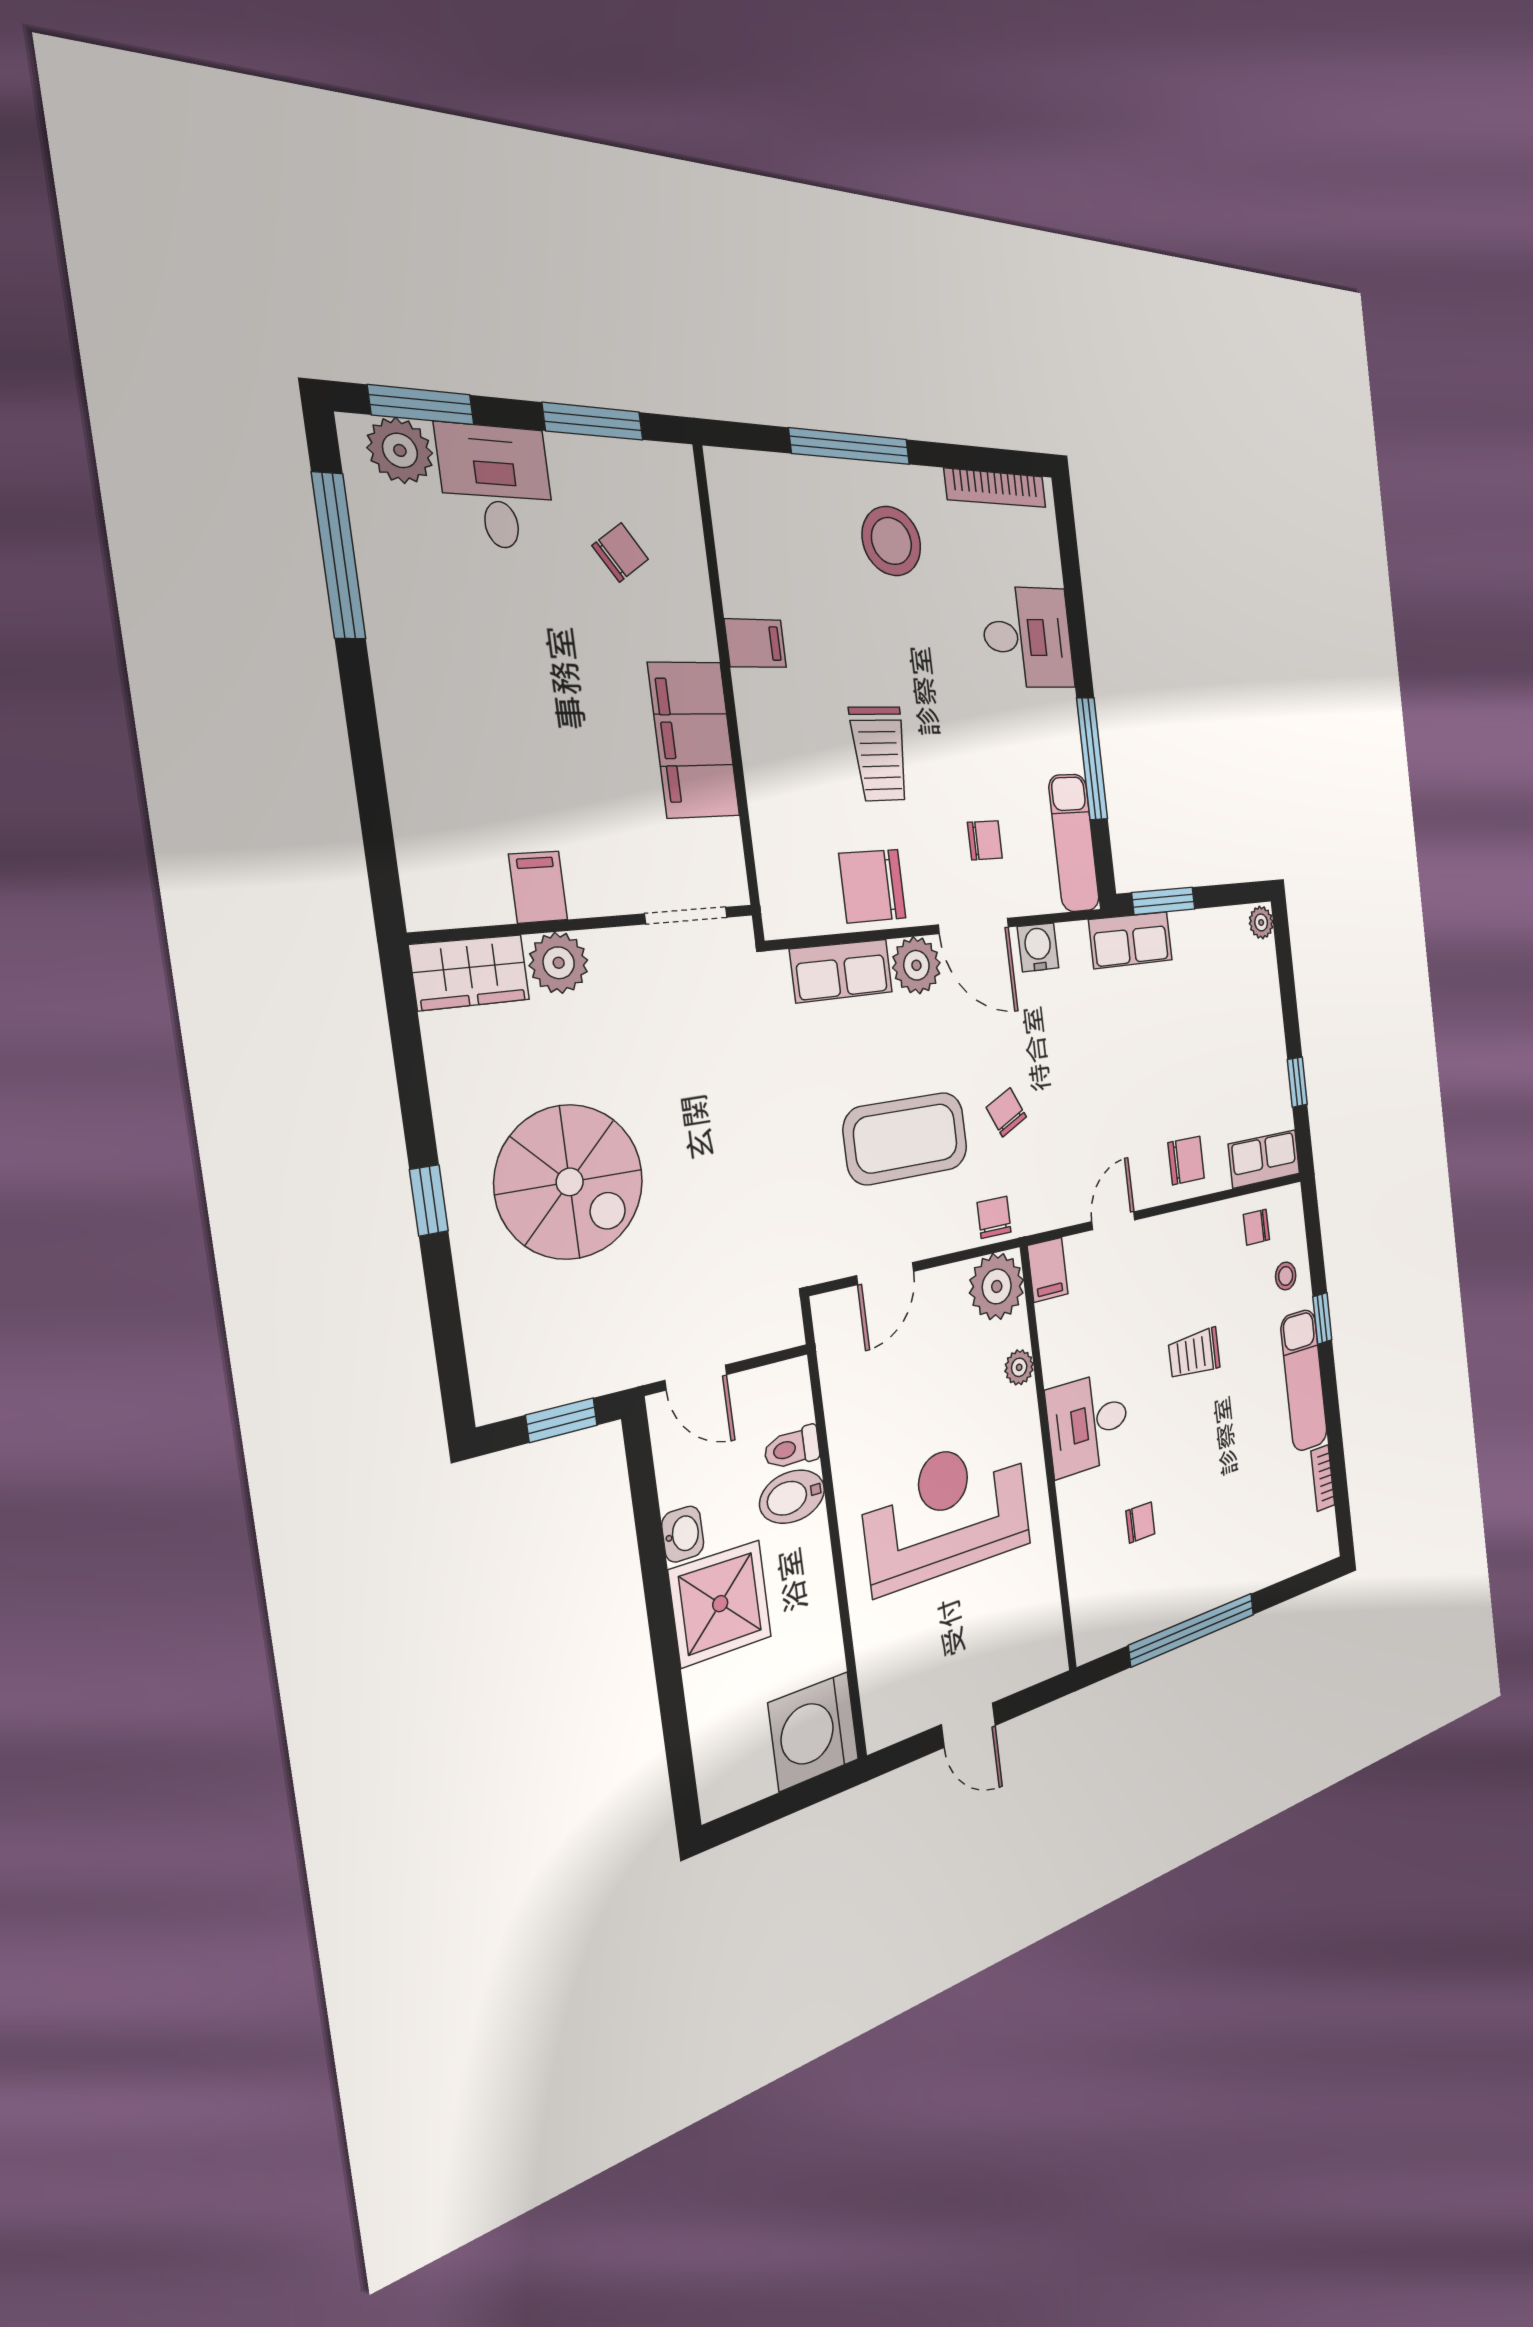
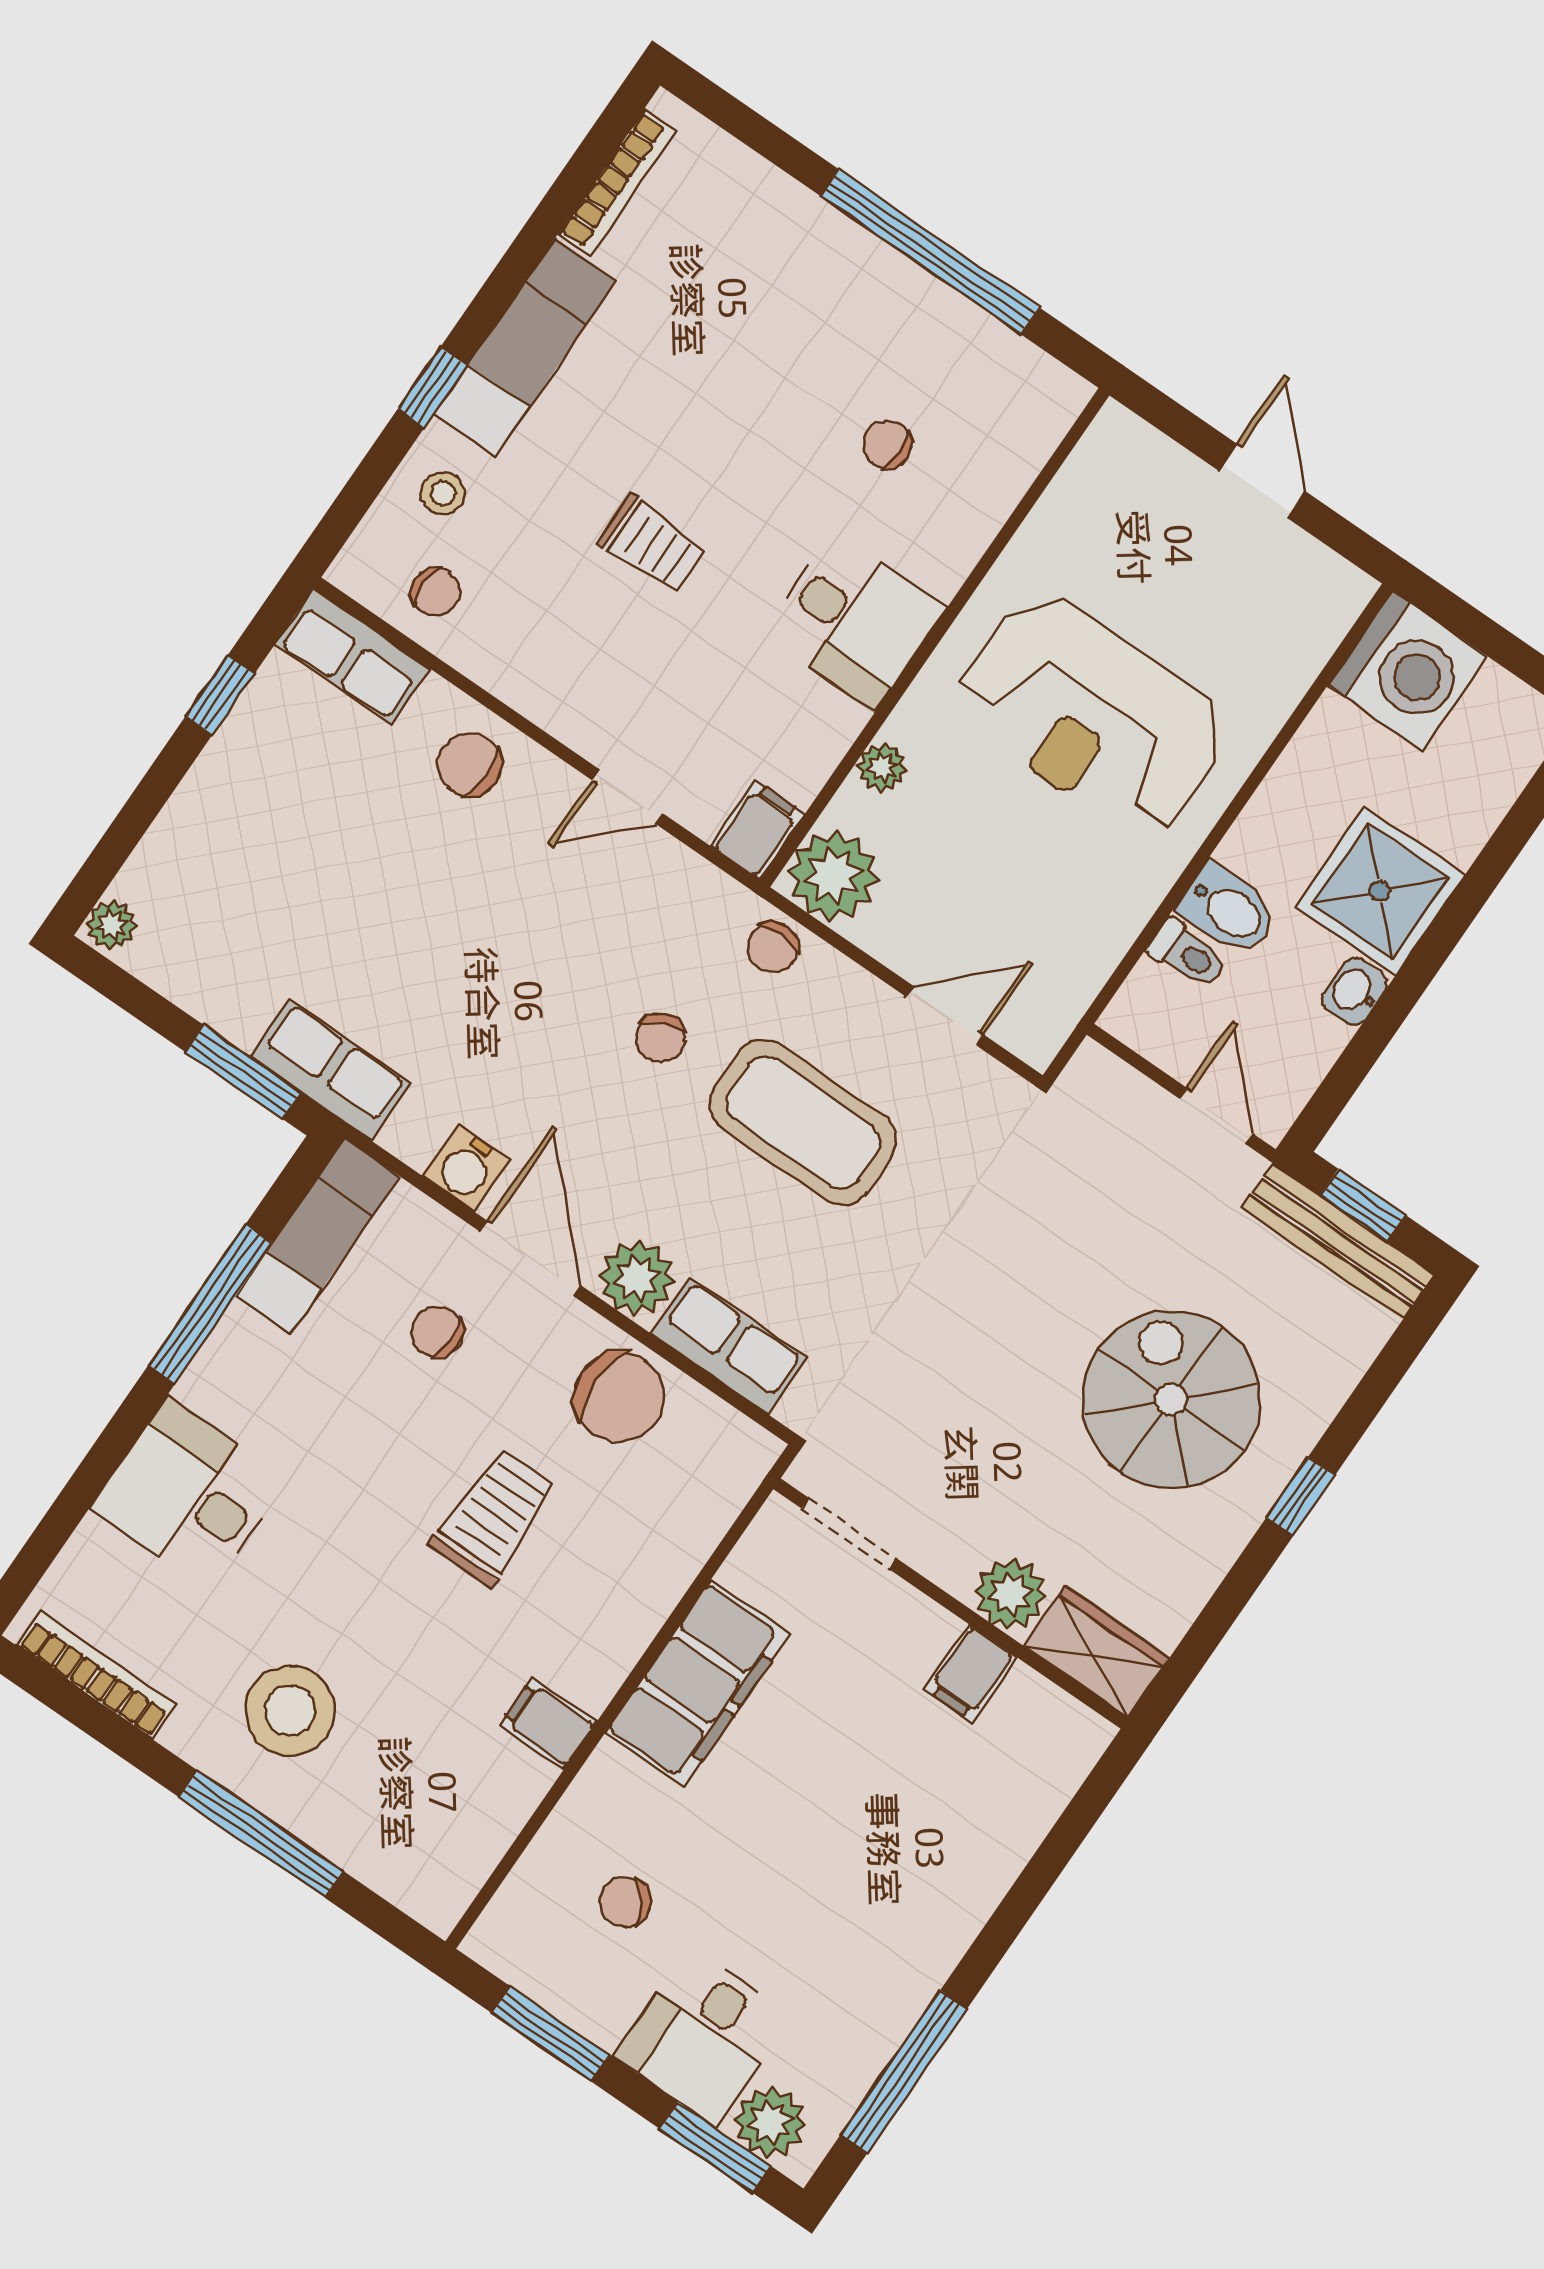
bench: (557, 1383) -> (1338, 1241), added
bookcase: (1323, 1478) -> (617, 182), width x1.56

